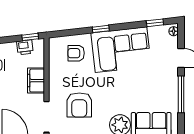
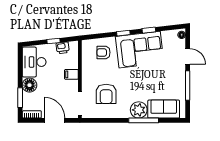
window: (155, 23) -> (149, 30), moved
window: (30, 37) -> (53, 41), moved
filing cabinet: (36, 81) -> (71, 74), width x0.50

